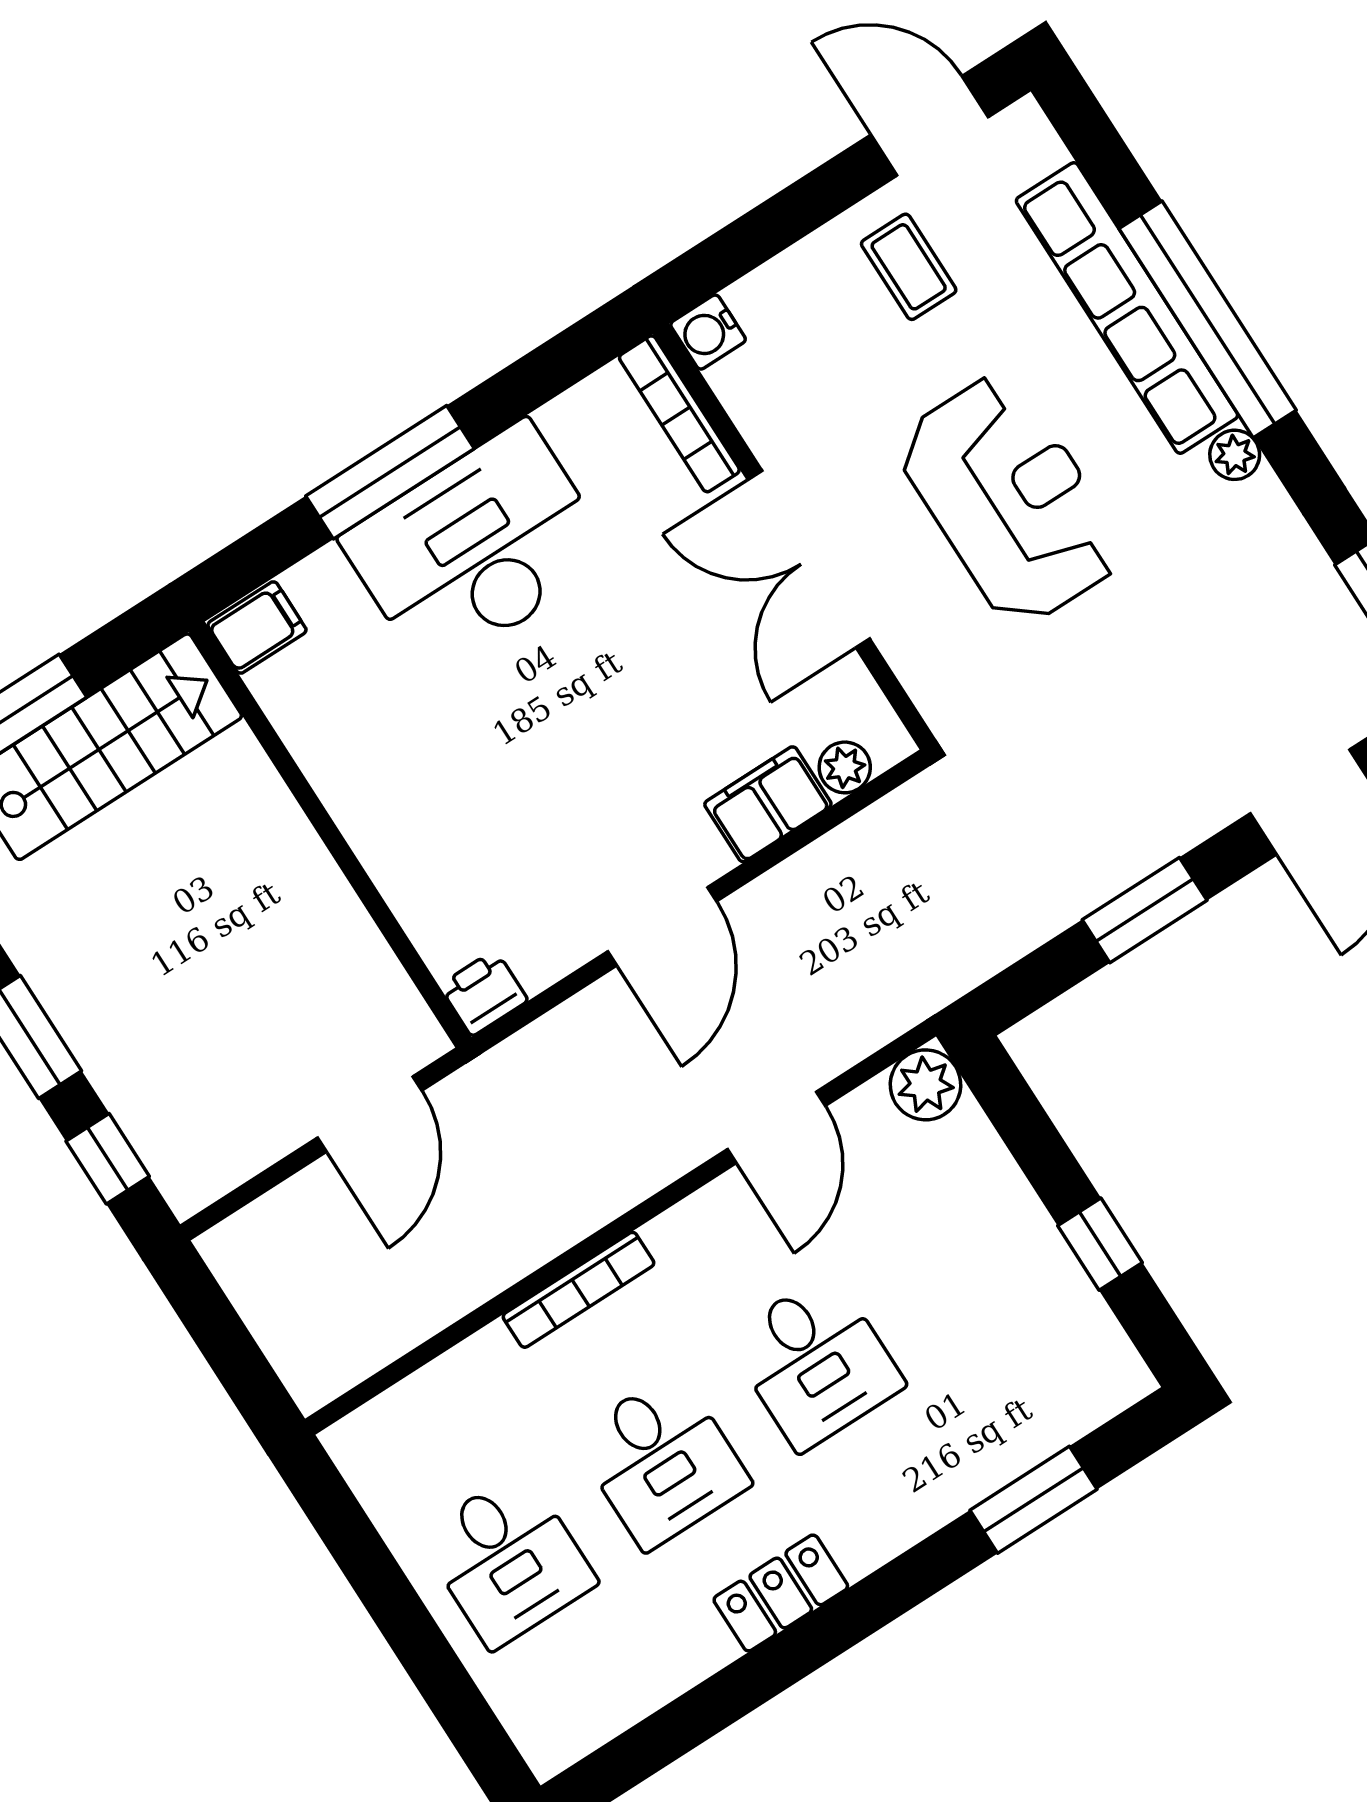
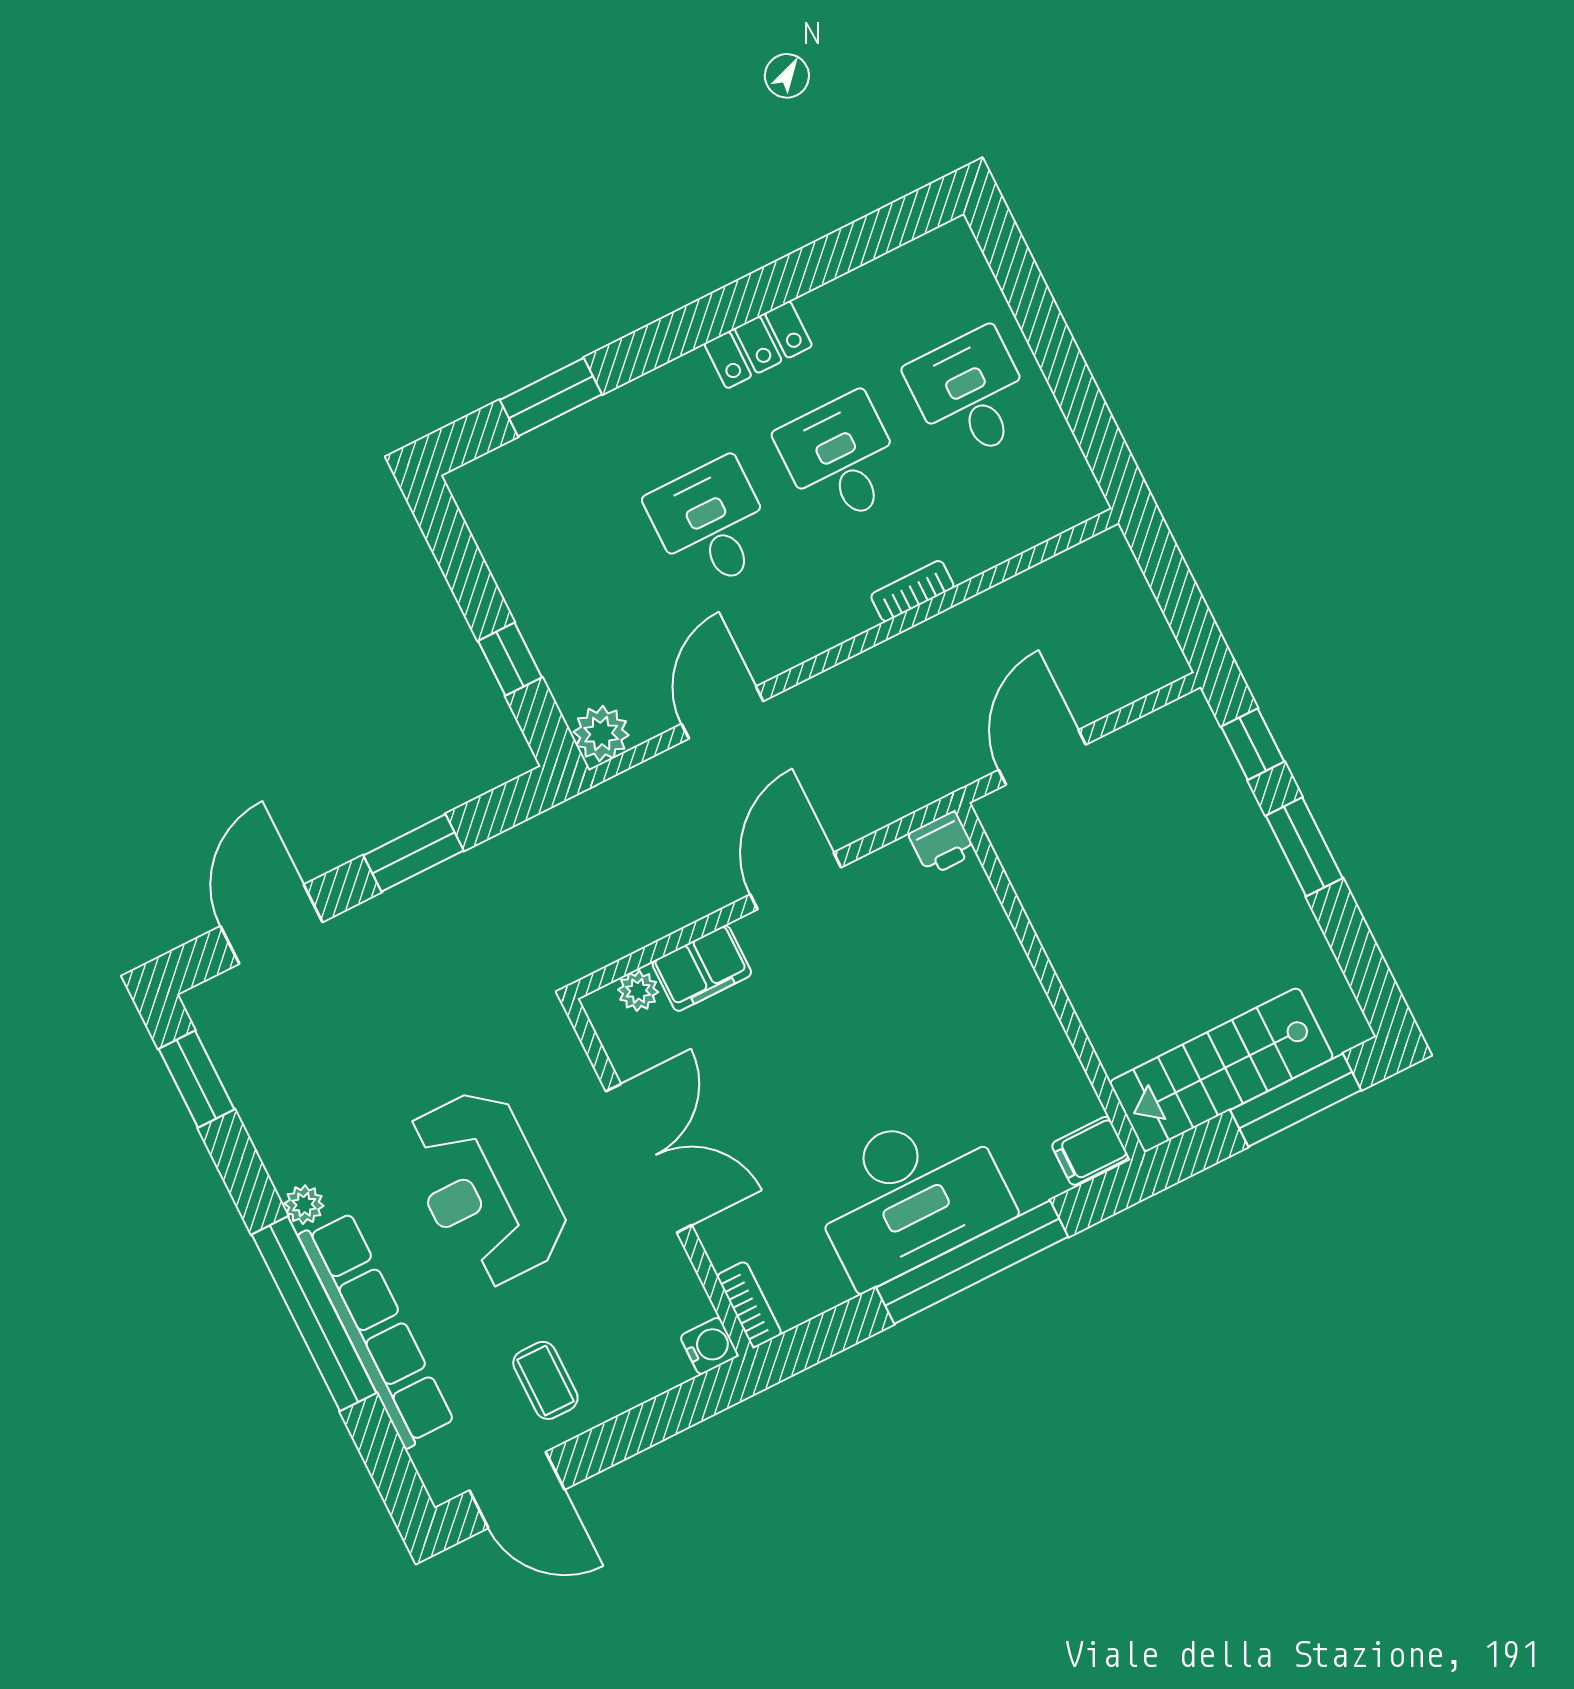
bookcase: (679, 414) -> (749, 1305), width x0.64
window: (390, 472) -> (972, 1262), width x1.46
window: (1100, 1244) -> (510, 659), moved
bookcase: (578, 1290) -> (912, 591), width x0.64

